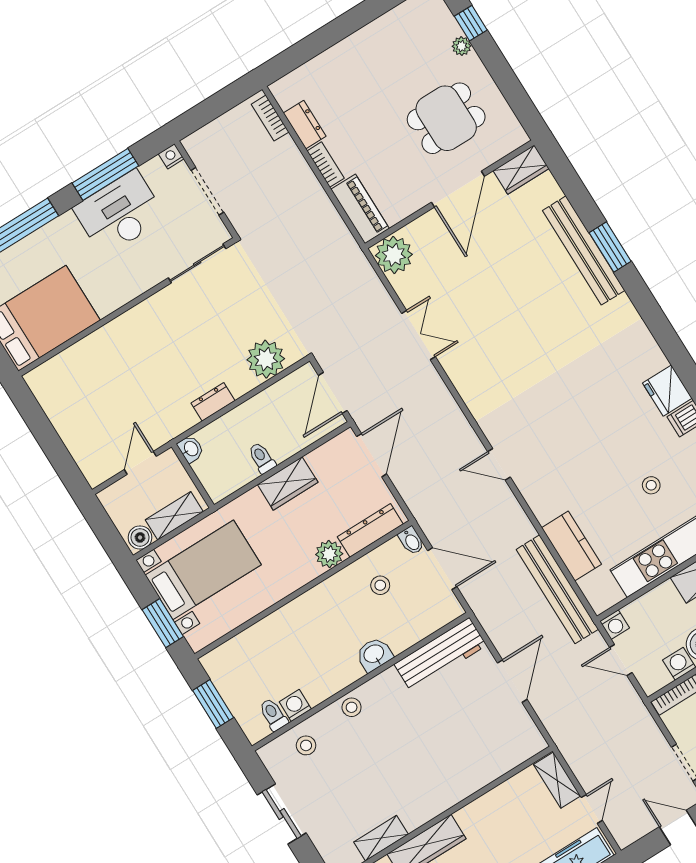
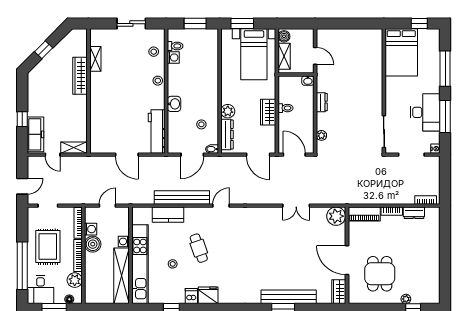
plant: (266, 359) -> (321, 135), width x0.53, depth x0.53
cafe table: (596, 457) -> (199, 248), added
bench: (557, 589) -> (182, 198), moved
washing machine: (615, 625) -> (124, 241), moved

